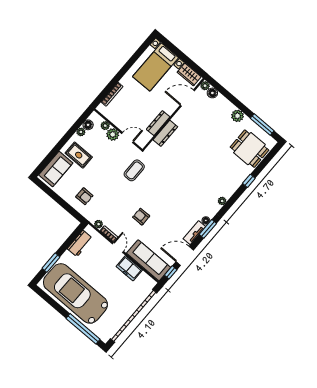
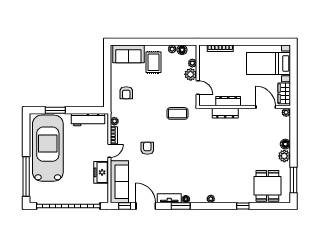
floor lamp: (212, 93) -> (285, 144), moved
workbench: (80, 244) -> (88, 120), width x1.38

